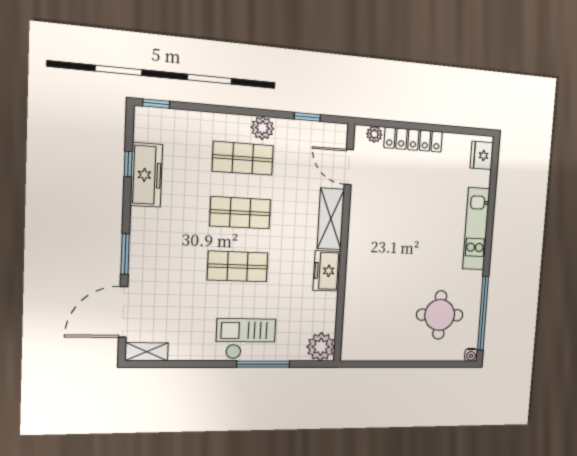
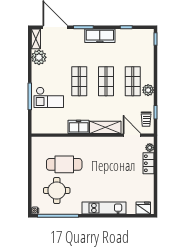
trolley: (320, 137) -> (146, 119), added
locker: (413, 140) -> (149, 163), width x0.66
door: (349, 167) -> (132, 135), hinge flipped
freezer: (146, 175) -> (100, 36), moved
cafe table: (394, 300) -> (64, 164), added
checkout: (246, 339) -> (49, 97), moved, turned 90
plant: (321, 347) -> (39, 57), moved

